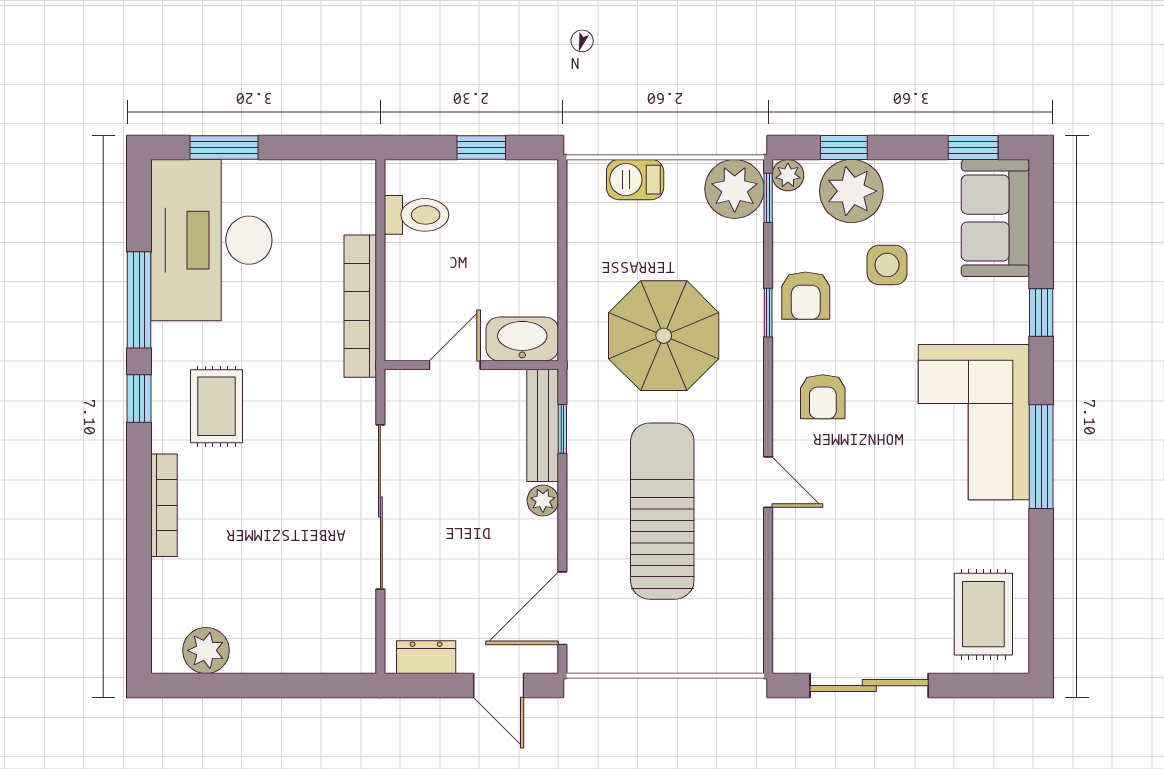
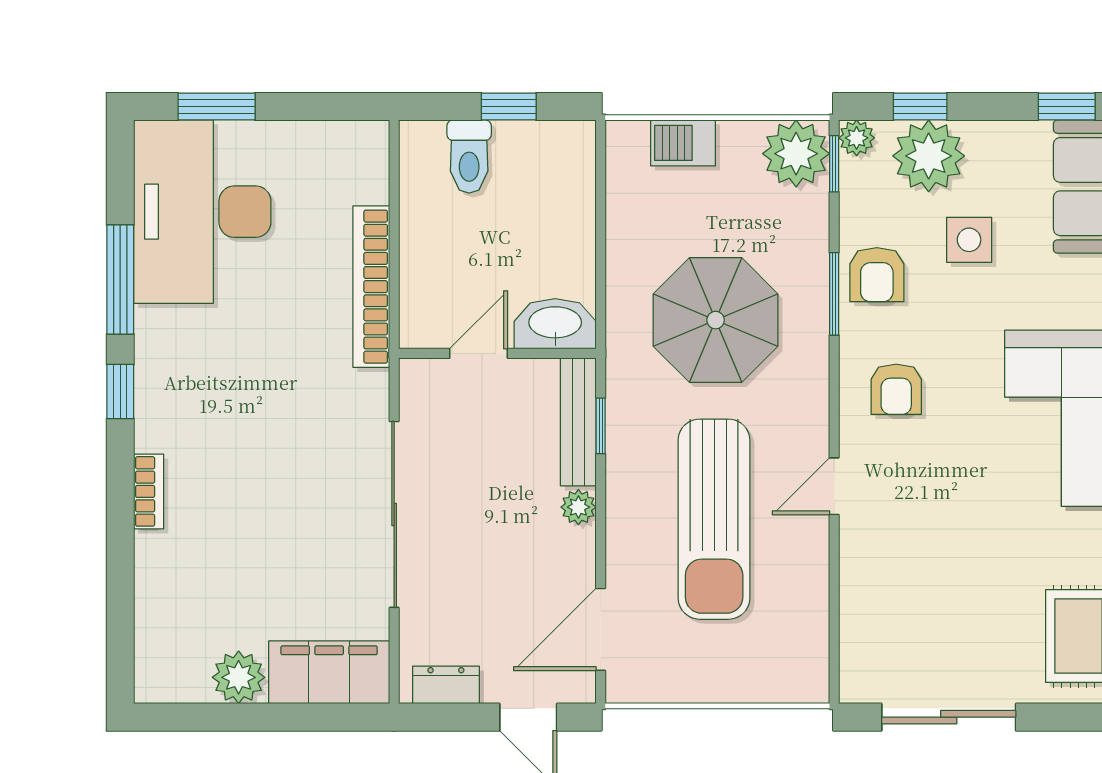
toilet: (417, 215) -> (469, 157), moved, turned 90
window: (768, 313) -> (834, 294), width x1.50
rug: (216, 406) -> (208, 400), removed
door: (768, 482) -> (834, 486), swing flipped
bookcase: (164, 505) -> (149, 491), width x0.64
sun lounger: (662, 511) -> (714, 519), turned 180
filing cabinet: (323, 646) -> (329, 672), added
plant: (206, 650) -> (239, 677), moved

